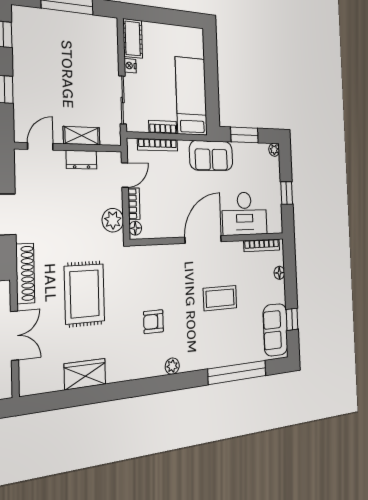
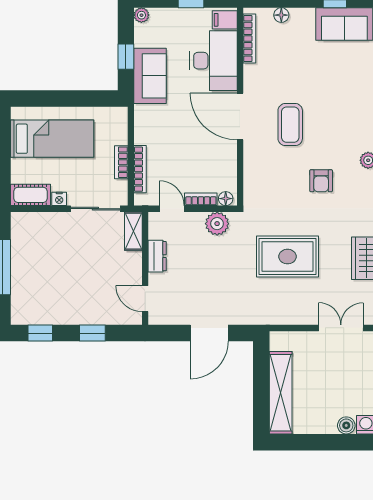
bed: (191, 96) -> (52, 139), moved, turned 180
window: (244, 135) -> (126, 57), width x0.67
shelving: (82, 136) -> (133, 231), moved
sofa: (211, 156) -> (150, 76), moved
filing cabinet: (274, 223) -> (225, 20), added
shoe rack: (25, 273) -> (264, 316), removed
coffee table: (220, 298) -> (290, 125), moved
double door: (14, 336) -> (341, 328), moved

